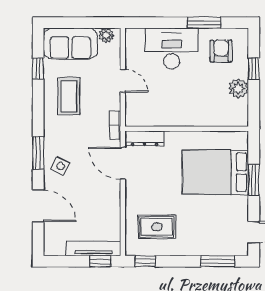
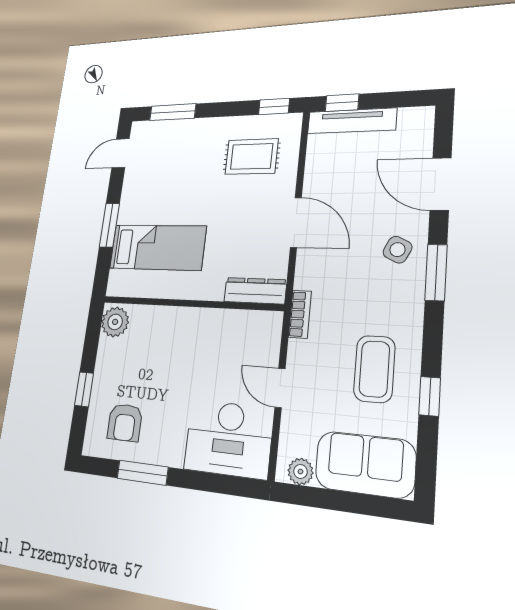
desk: (172, 49) -> (229, 439), moved
window: (38, 69) -> (430, 396), moved
plant: (238, 88) -> (115, 322), moved
door: (123, 163) -> (296, 222), moved
bed: (215, 172) -> (157, 247), width x0.67

